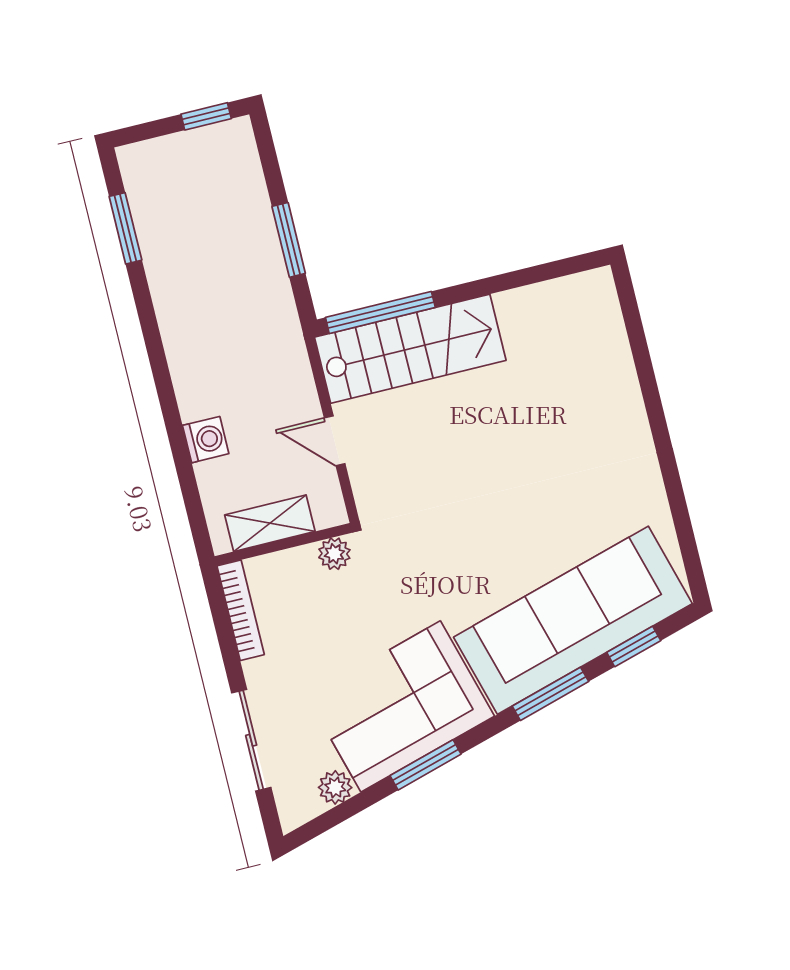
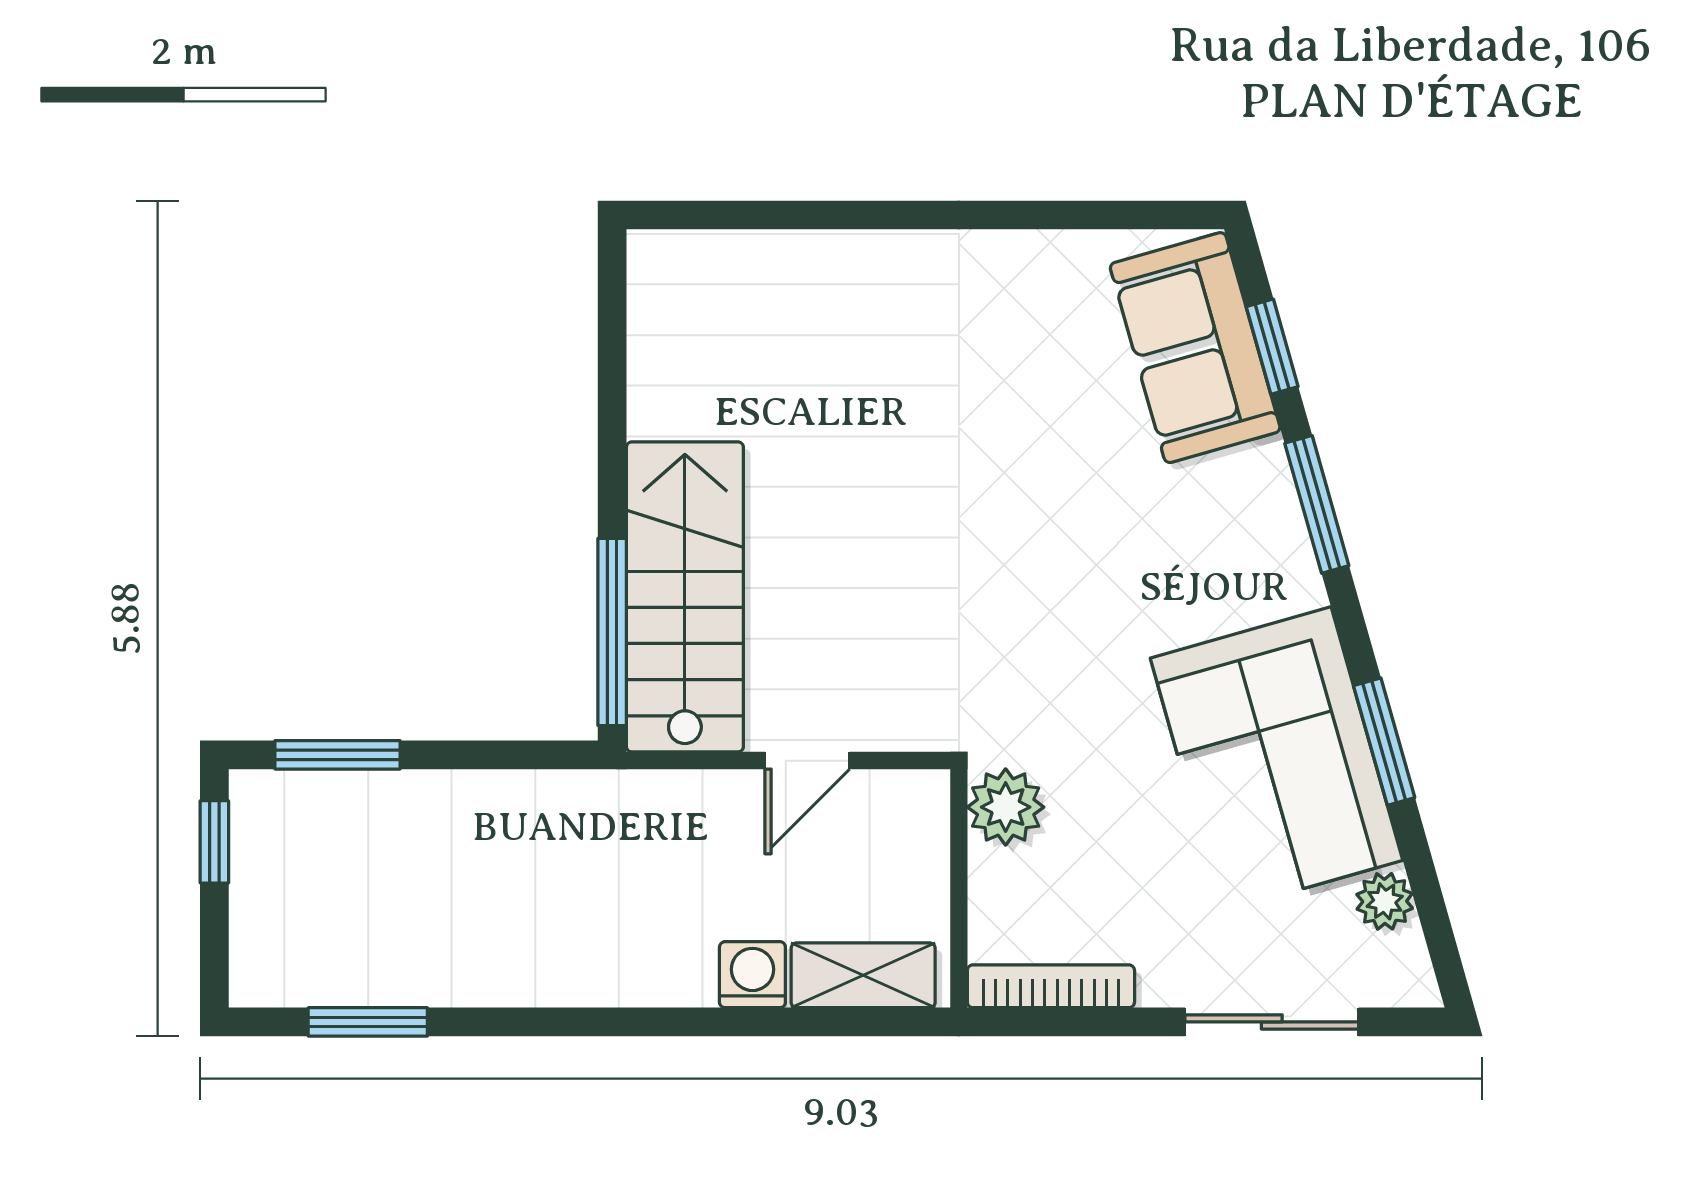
window: (289, 240) -> (337, 755), moved
shelving: (270, 523) -> (863, 975), moved, turned 90
plant: (334, 554) -> (1006, 807), width x1.38, depth x1.38
sofa: (573, 620) -> (1195, 348), width x0.54, depth x0.79

